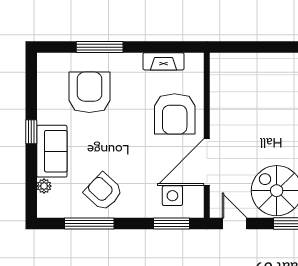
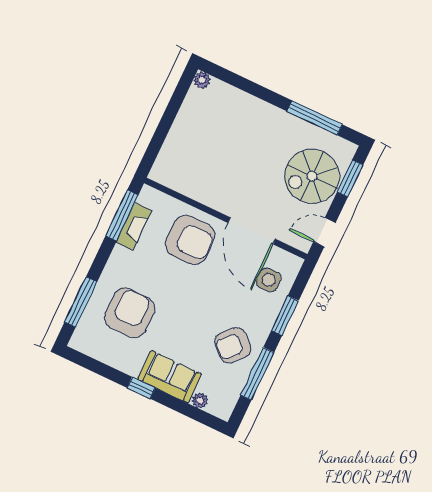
window: (100, 47) -> (81, 302), moved
window: (168, 47) -> (122, 215), added
armchair: (89, 92) -> (130, 313), turned 90
window: (171, 224) -> (285, 316), moved

